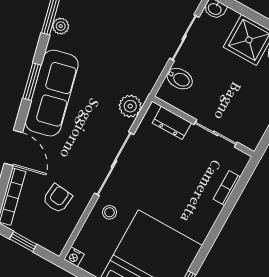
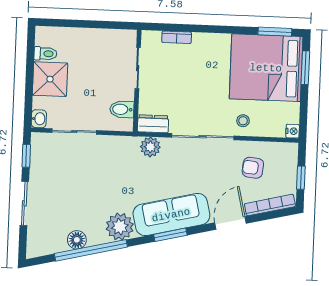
plant: (61, 26) -> (120, 227), width x1.88, depth x1.88
bidet: (180, 79) -> (122, 109), moved, turned -90
dresser: (172, 123) -> (153, 124), moved, turned -90

